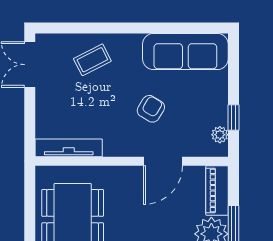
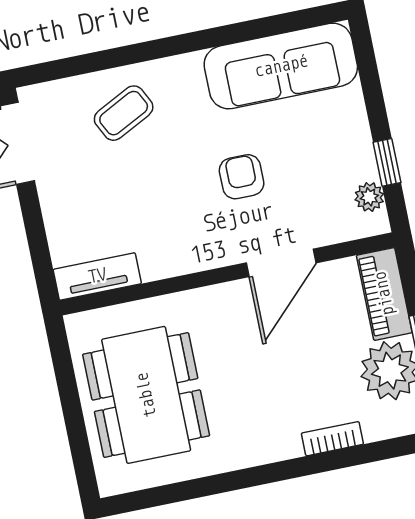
armchair: (151, 109) -> (242, 177), turned -31
tv unit: (69, 148) -> (97, 276), width x0.71

